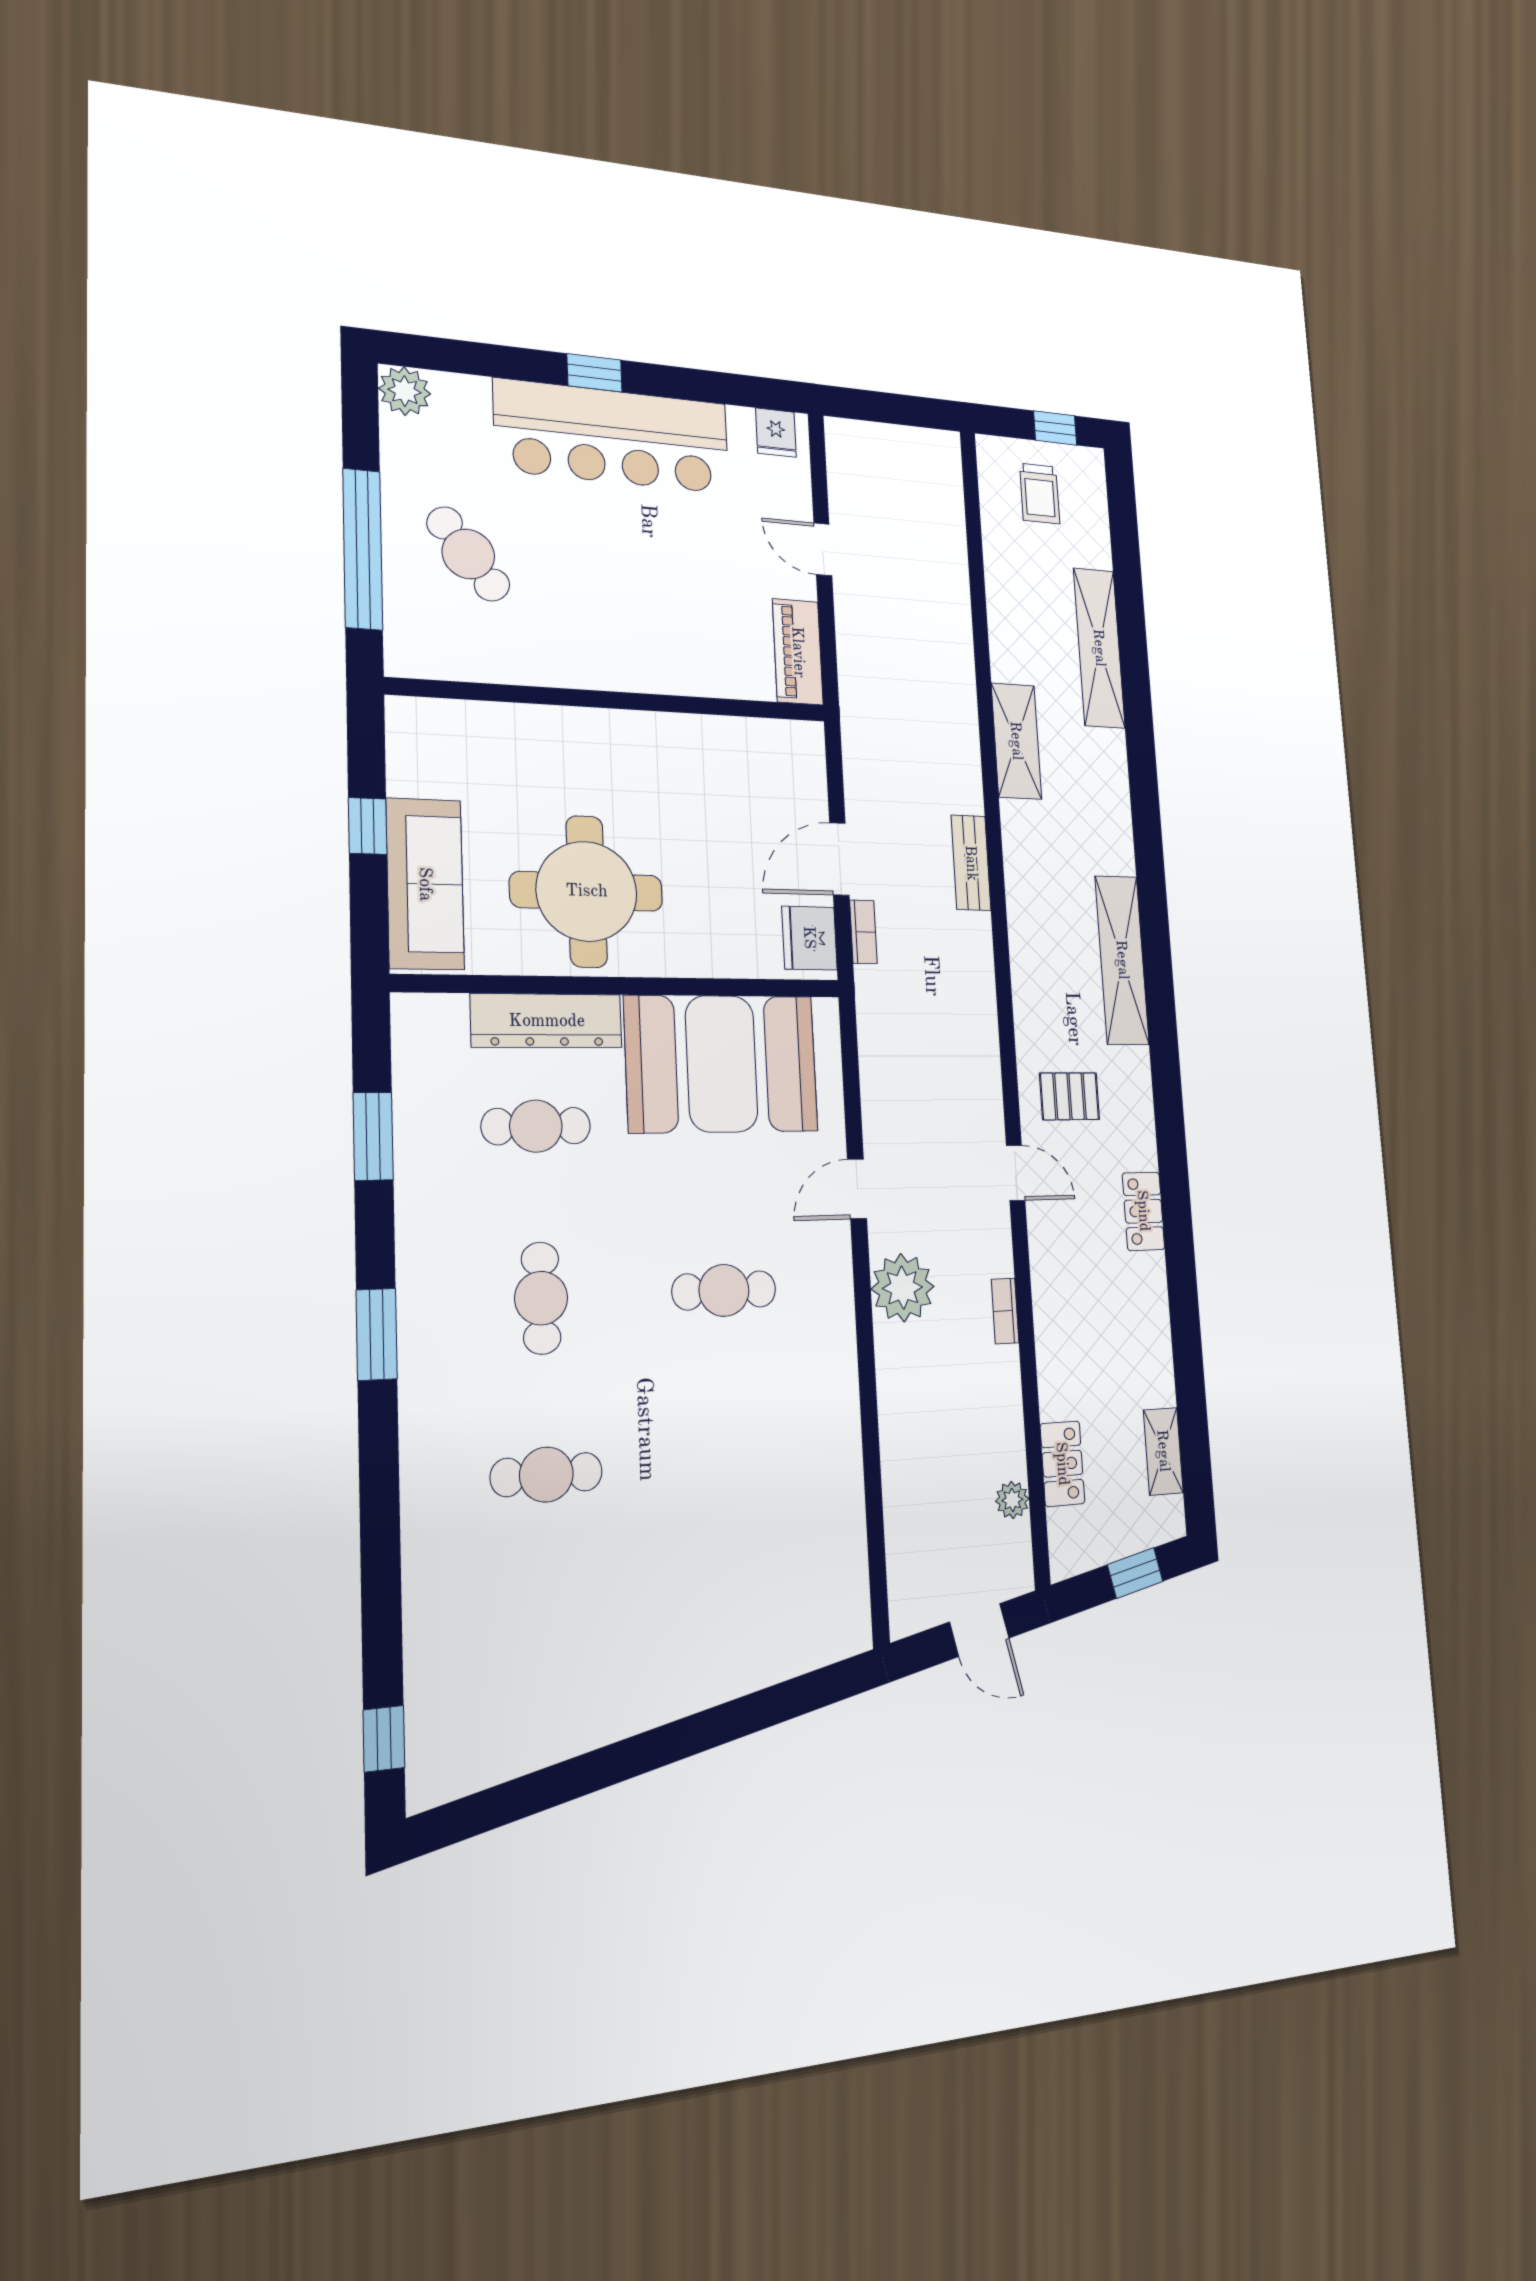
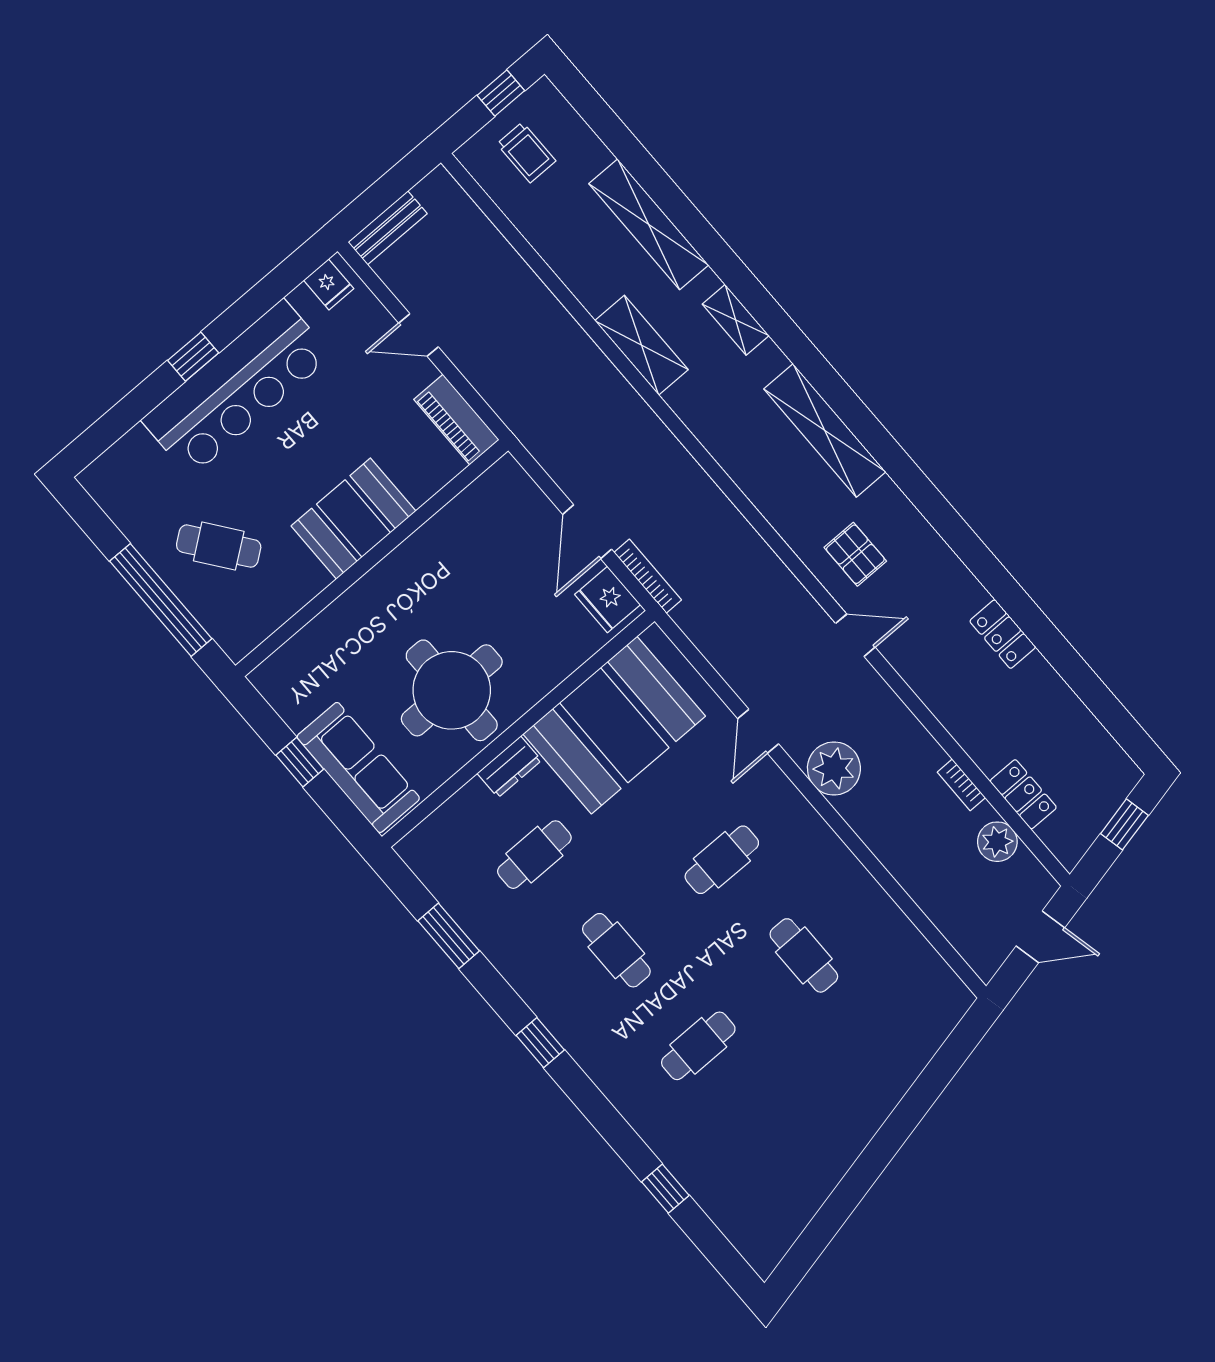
plant: (405, 391) -> (102, 479), removed
booth: (625, 649) -> (354, 519), added
bench: (971, 863) -> (388, 228), moved, turned 90
bookcase: (863, 932) -> (648, 576), width x1.56
dresser: (547, 1021) -> (509, 767), width x0.51, depth x0.80
pallet: (1070, 1096) -> (855, 554), turned 90
locker: (1143, 1211) -> (1003, 634), moved
bookcase: (1005, 1311) -> (961, 785), moved
window: (377, 1334) -> (540, 1043), width x0.67
shelving: (1163, 1451) -> (736, 320), moved
cafe table: (731, 1461) -> (804, 955), added
plant: (1012, 1500) -> (997, 842), width x1.38, depth x1.38
window: (384, 1739) -> (665, 1189), moved

